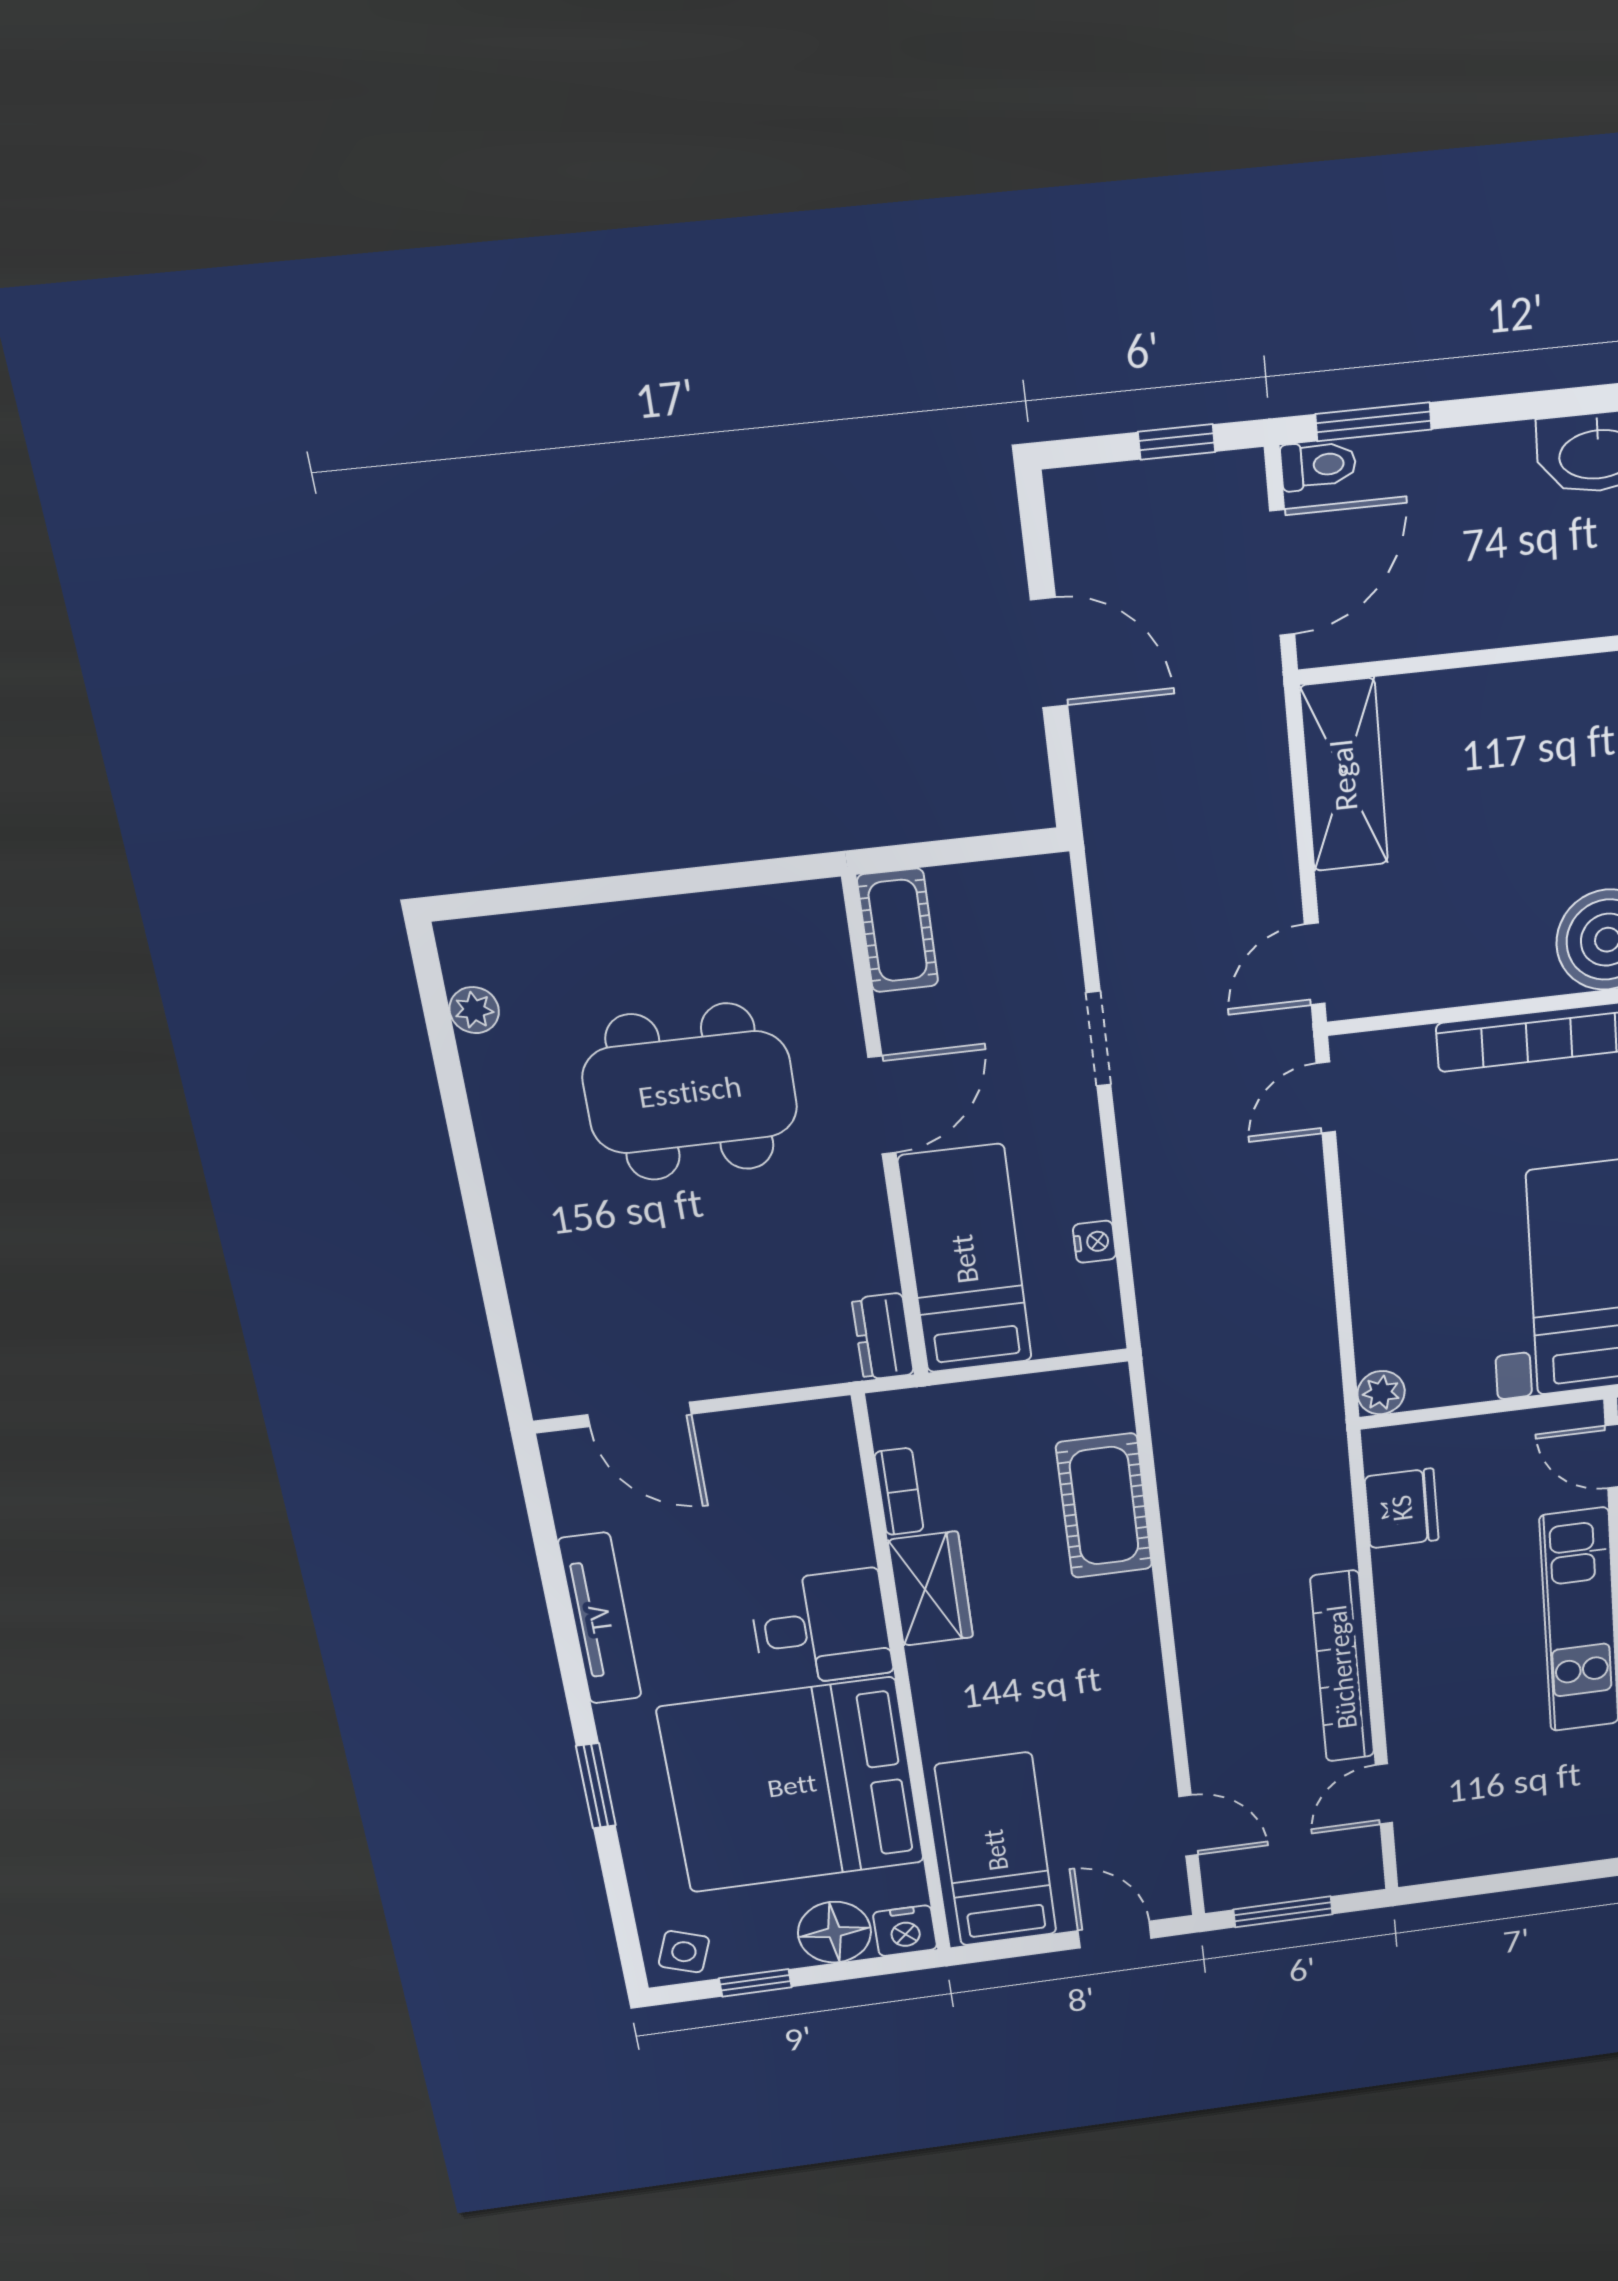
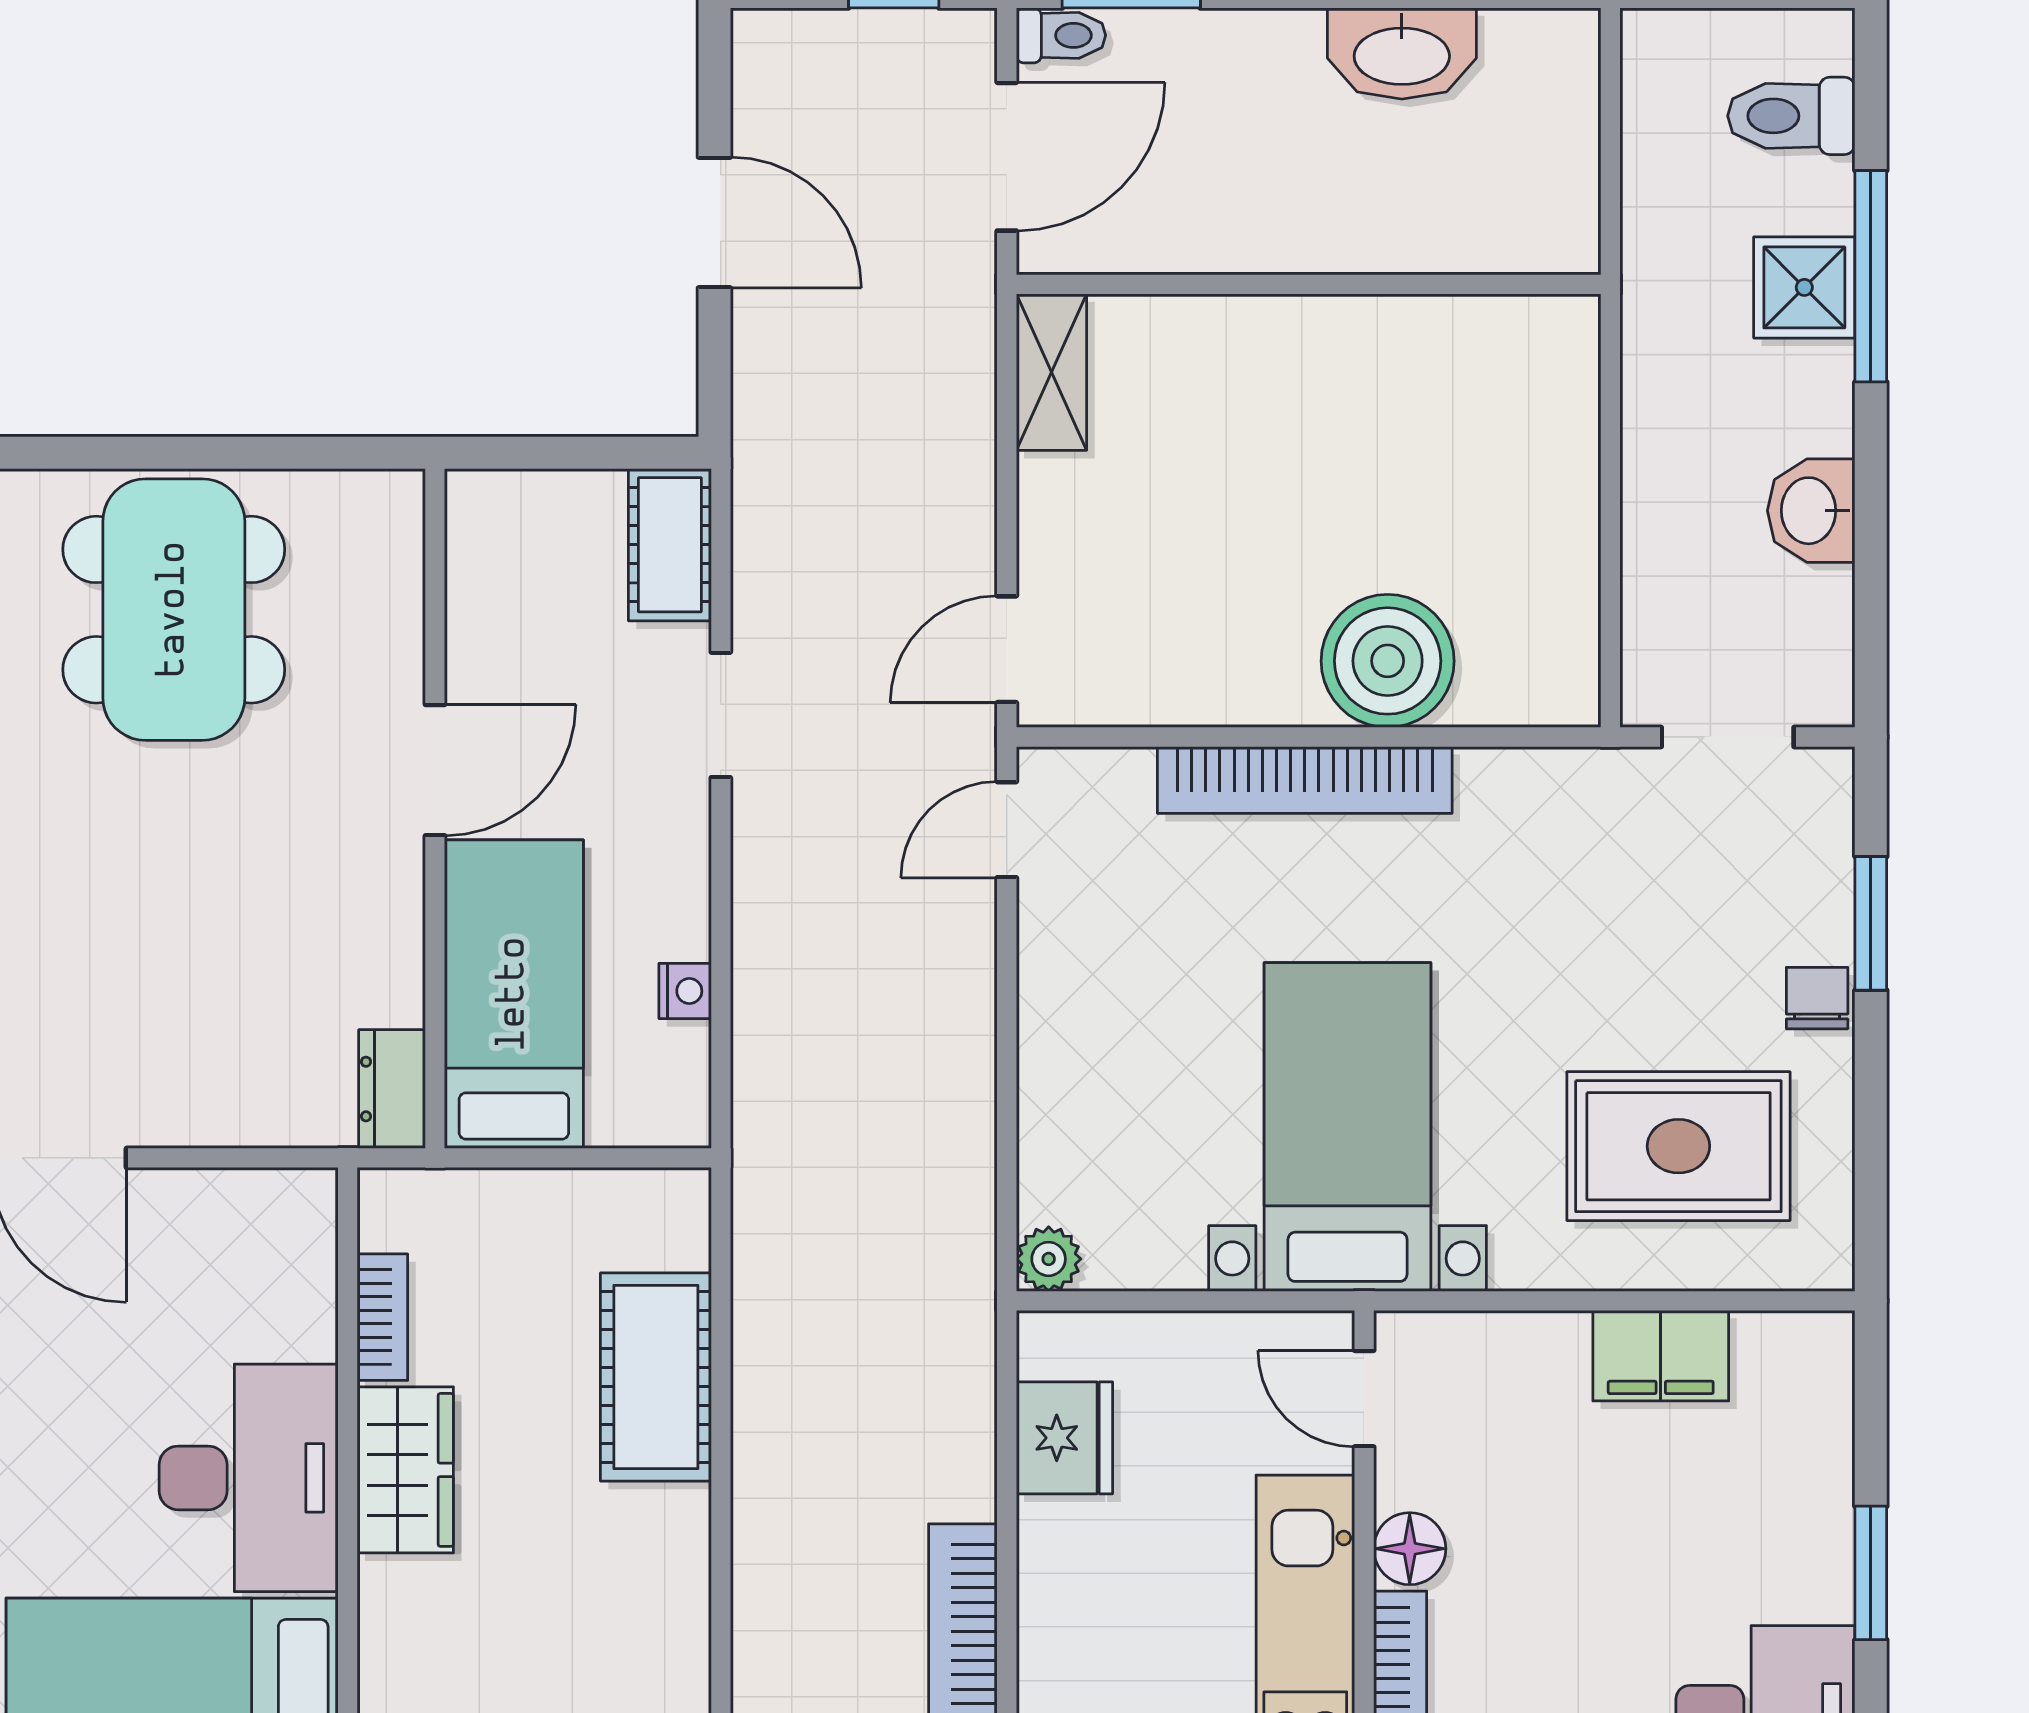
shelving: (1344, 775) -> (1051, 372), width x0.67, depth x0.75
cot: (898, 930) -> (670, 545), moved
dining table: (690, 1092) -> (174, 610), moved, turned 90
desk: (821, 1628) -> (249, 1478), width x1.37

